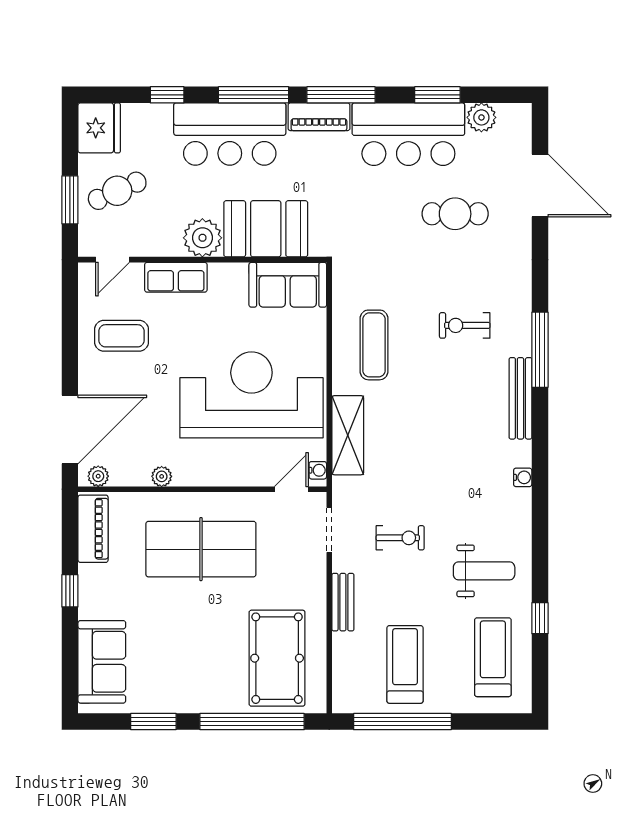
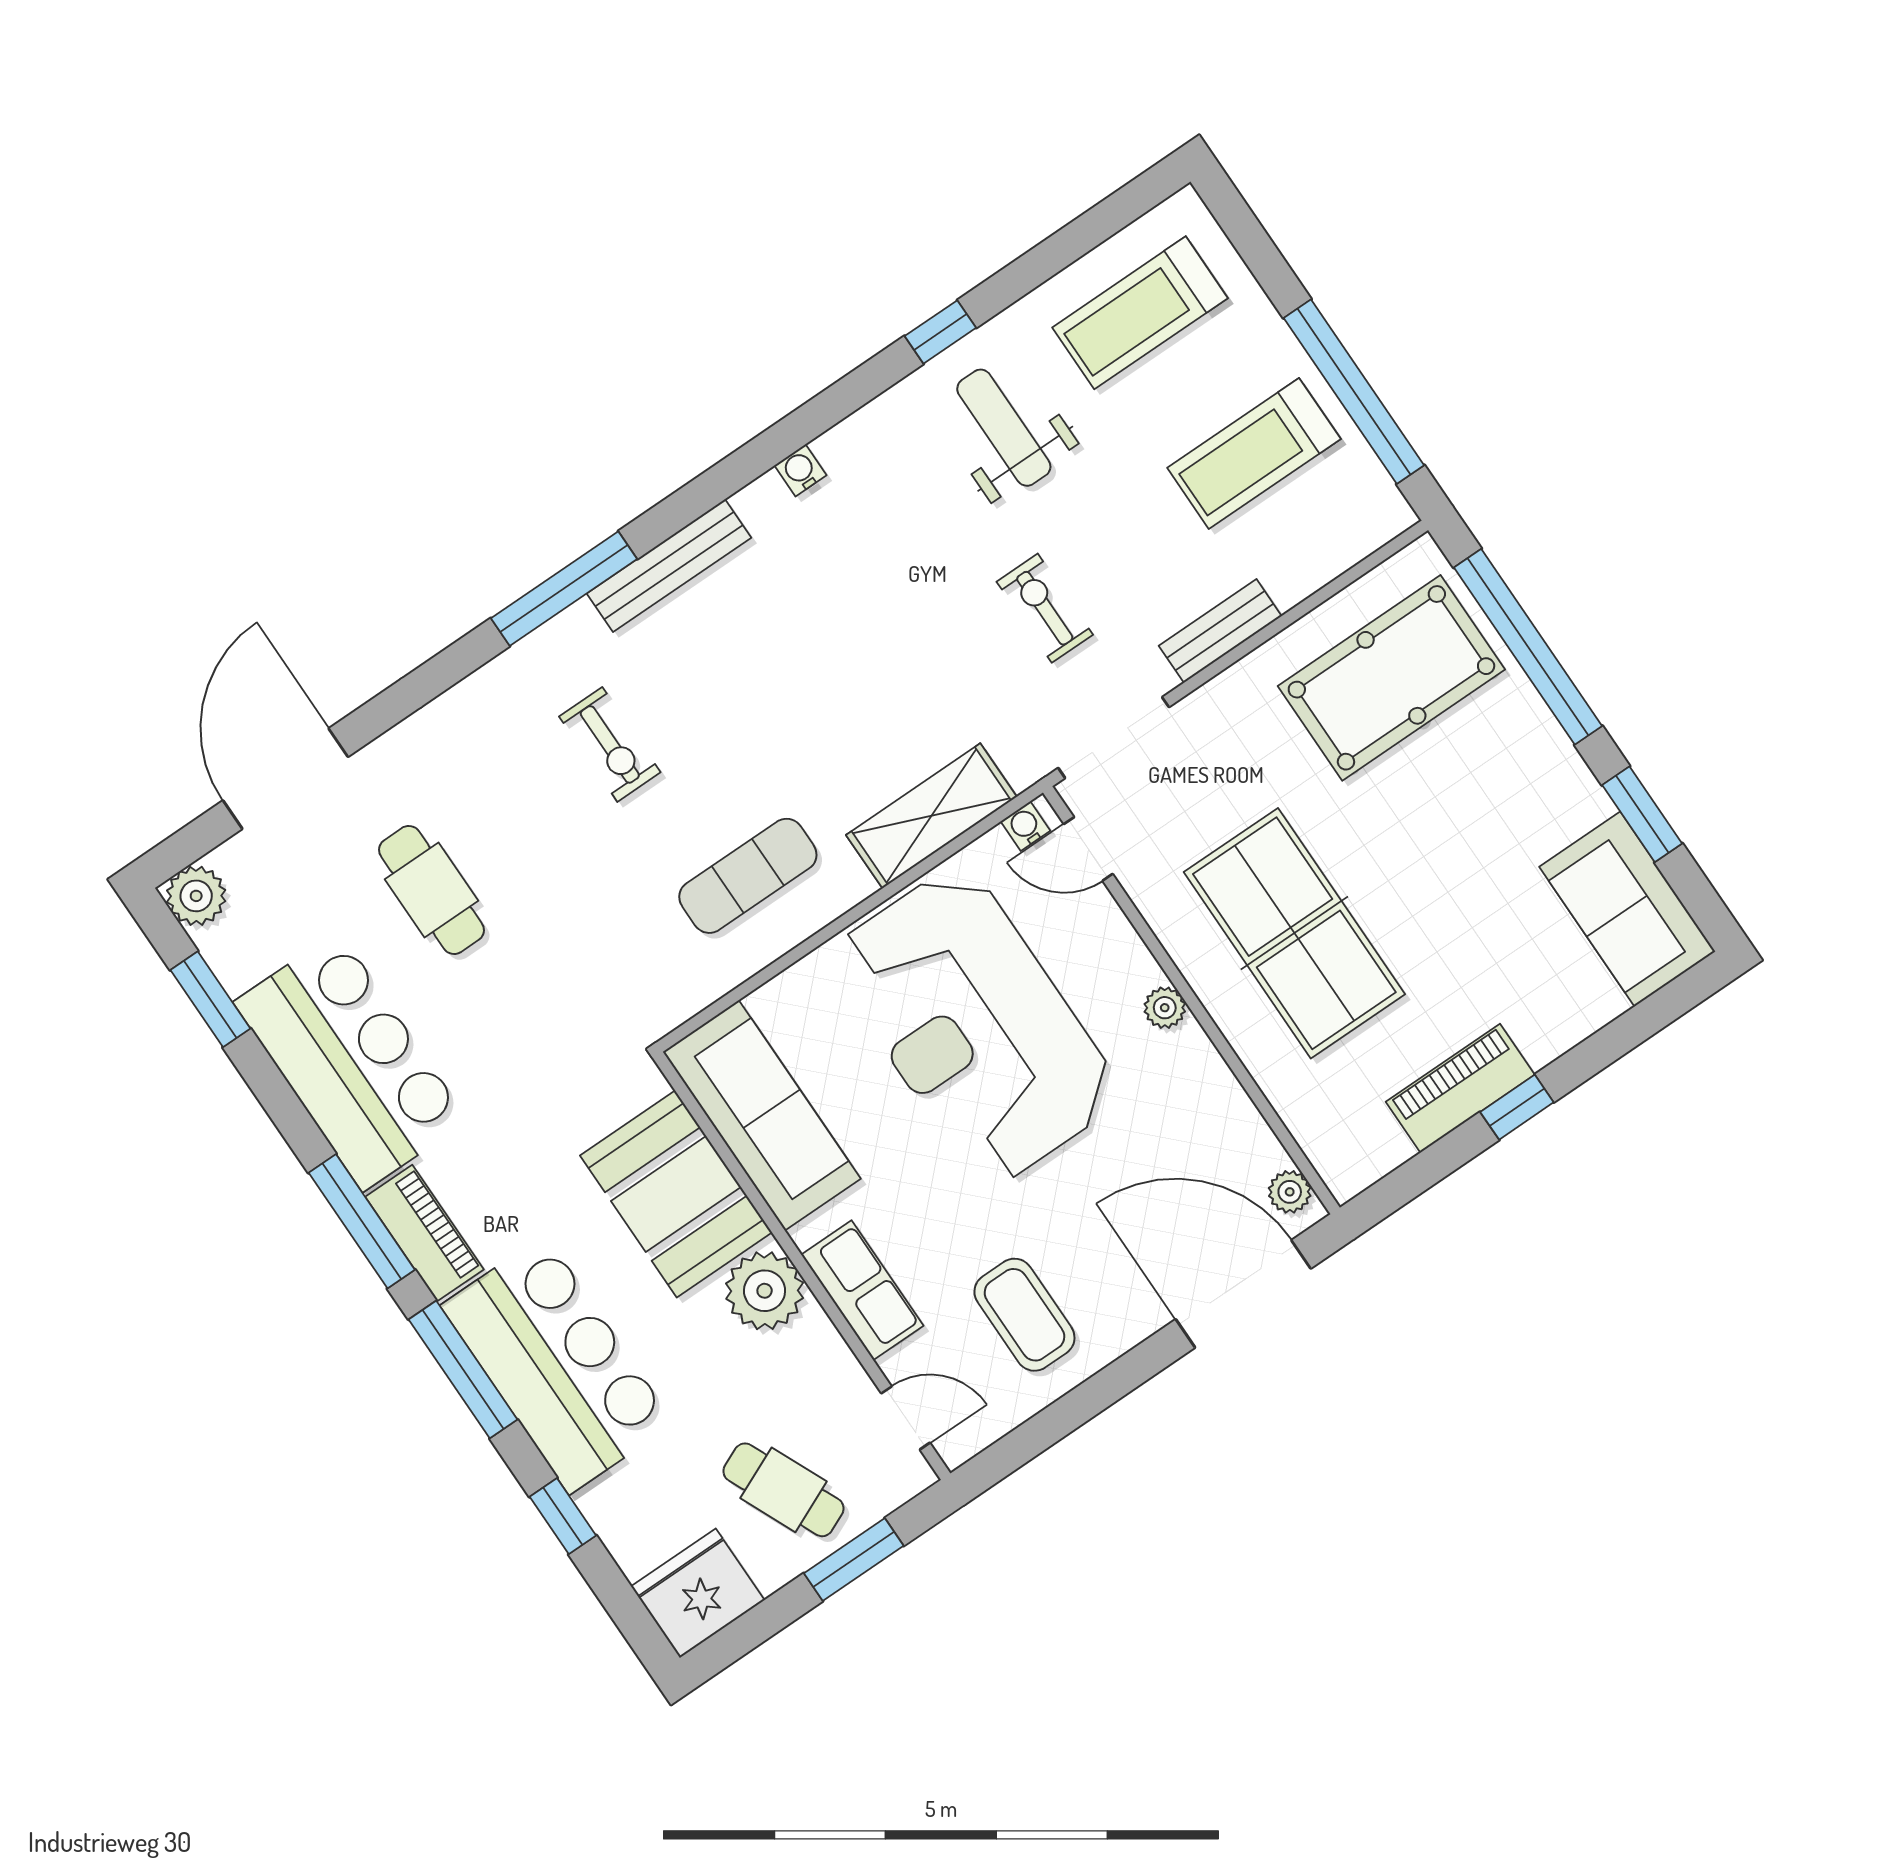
window: (437, 95) -> (210, 999), moved
plant: (481, 117) -> (196, 896), moved
sofa: (288, 285) -> (762, 1115), width x1.36
plant: (162, 476) -> (1165, 1008), moved
piano: (93, 529) -> (1460, 1088), moved
doorway: (329, 530) -> (1114, 738), width x1.38
window: (540, 618) -> (940, 332), moved
sofa: (102, 662) -> (1627, 909), moved, turned -90

